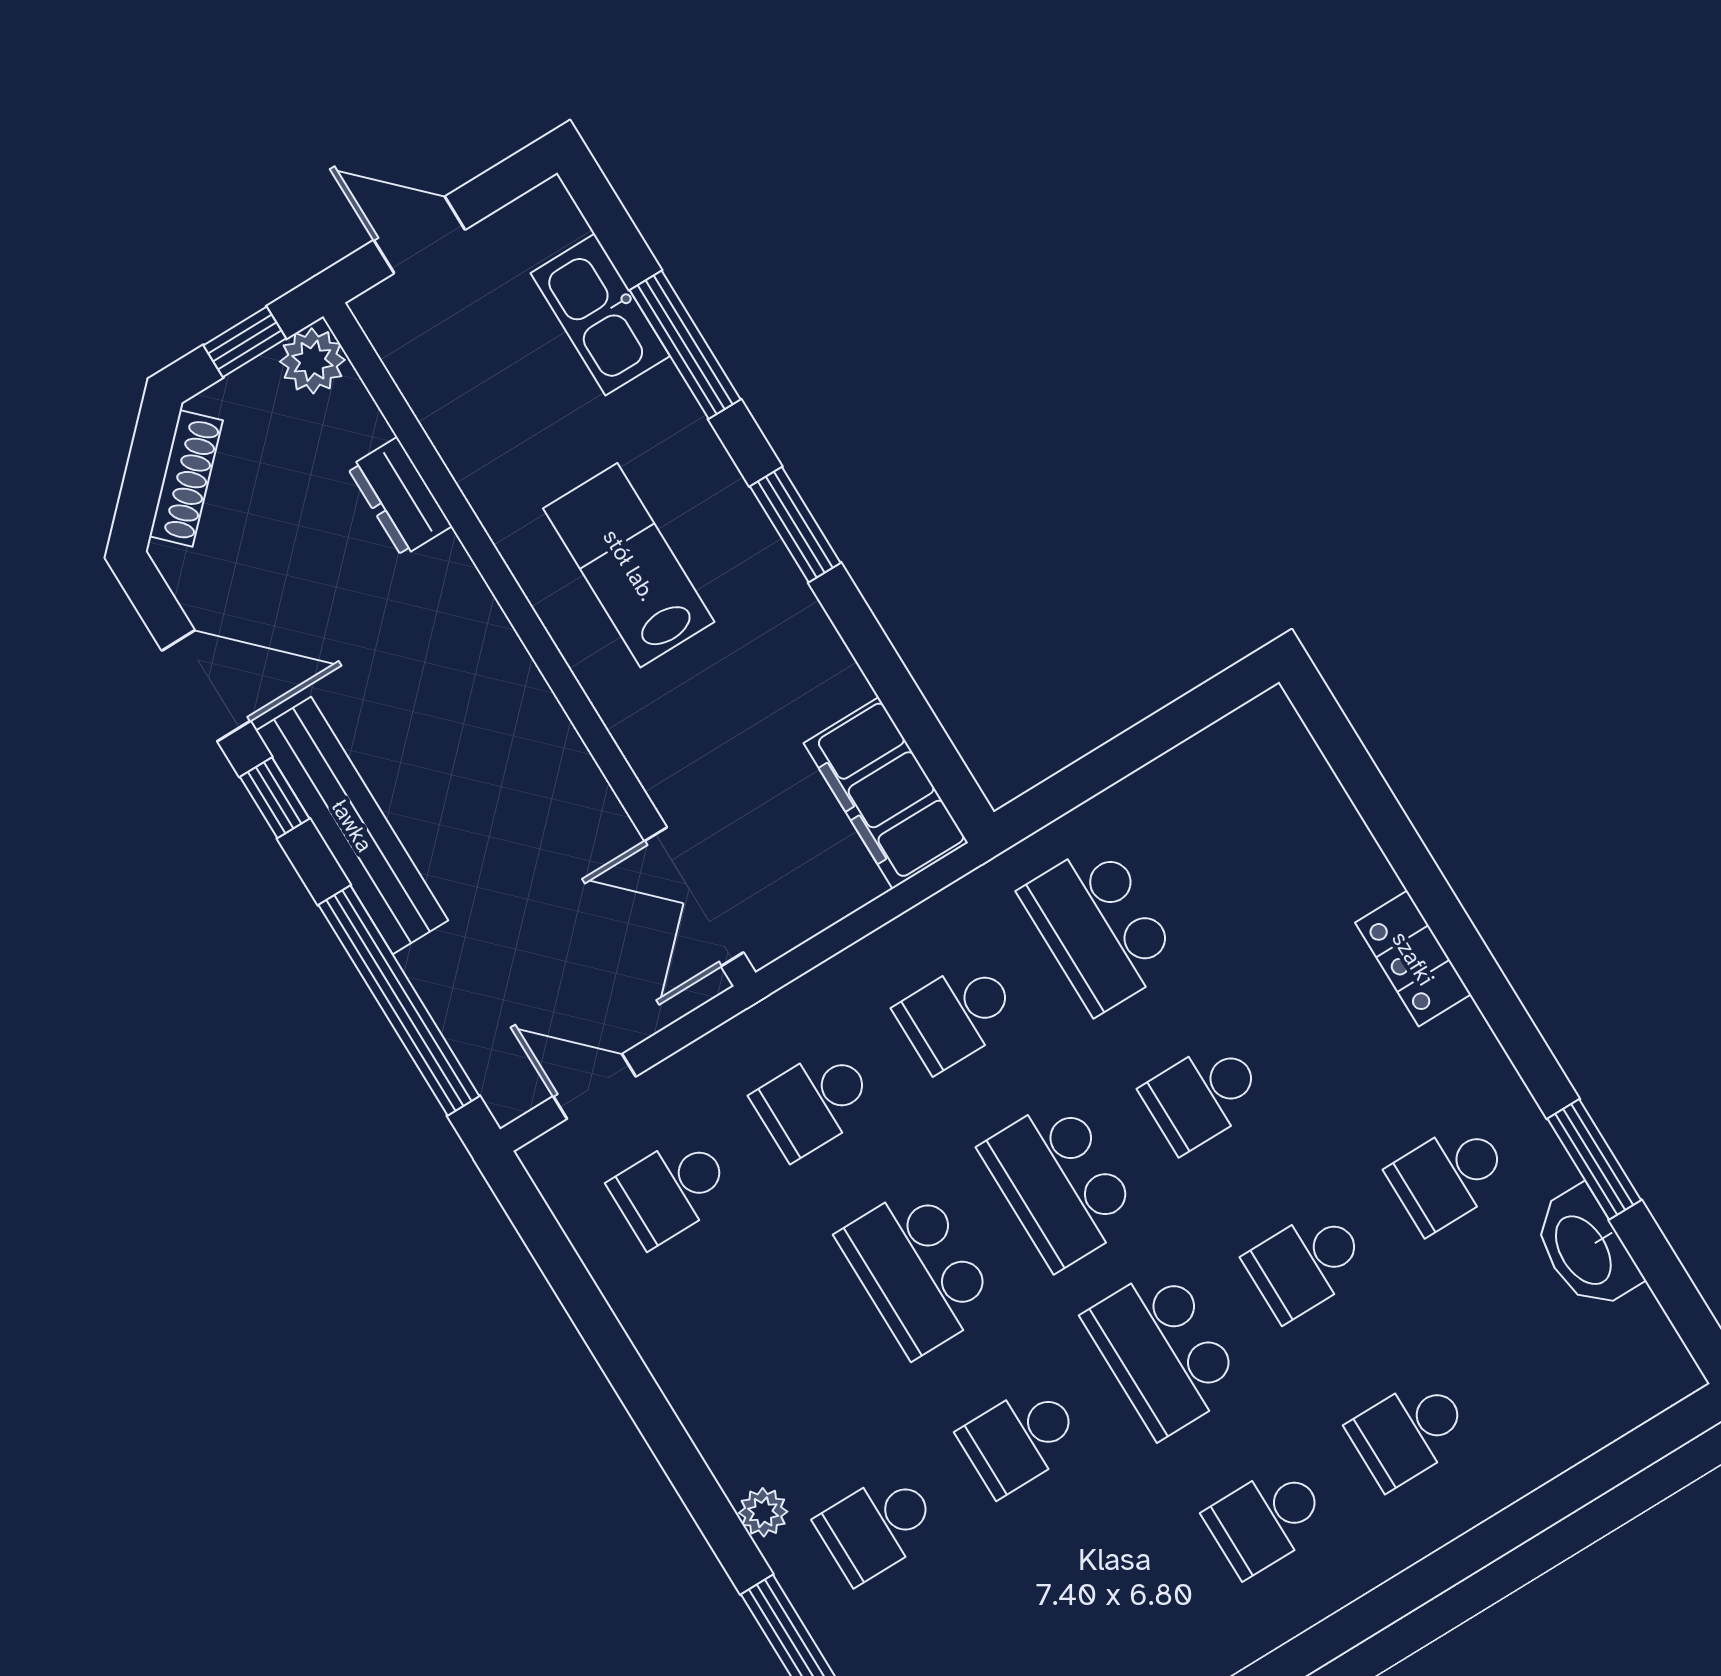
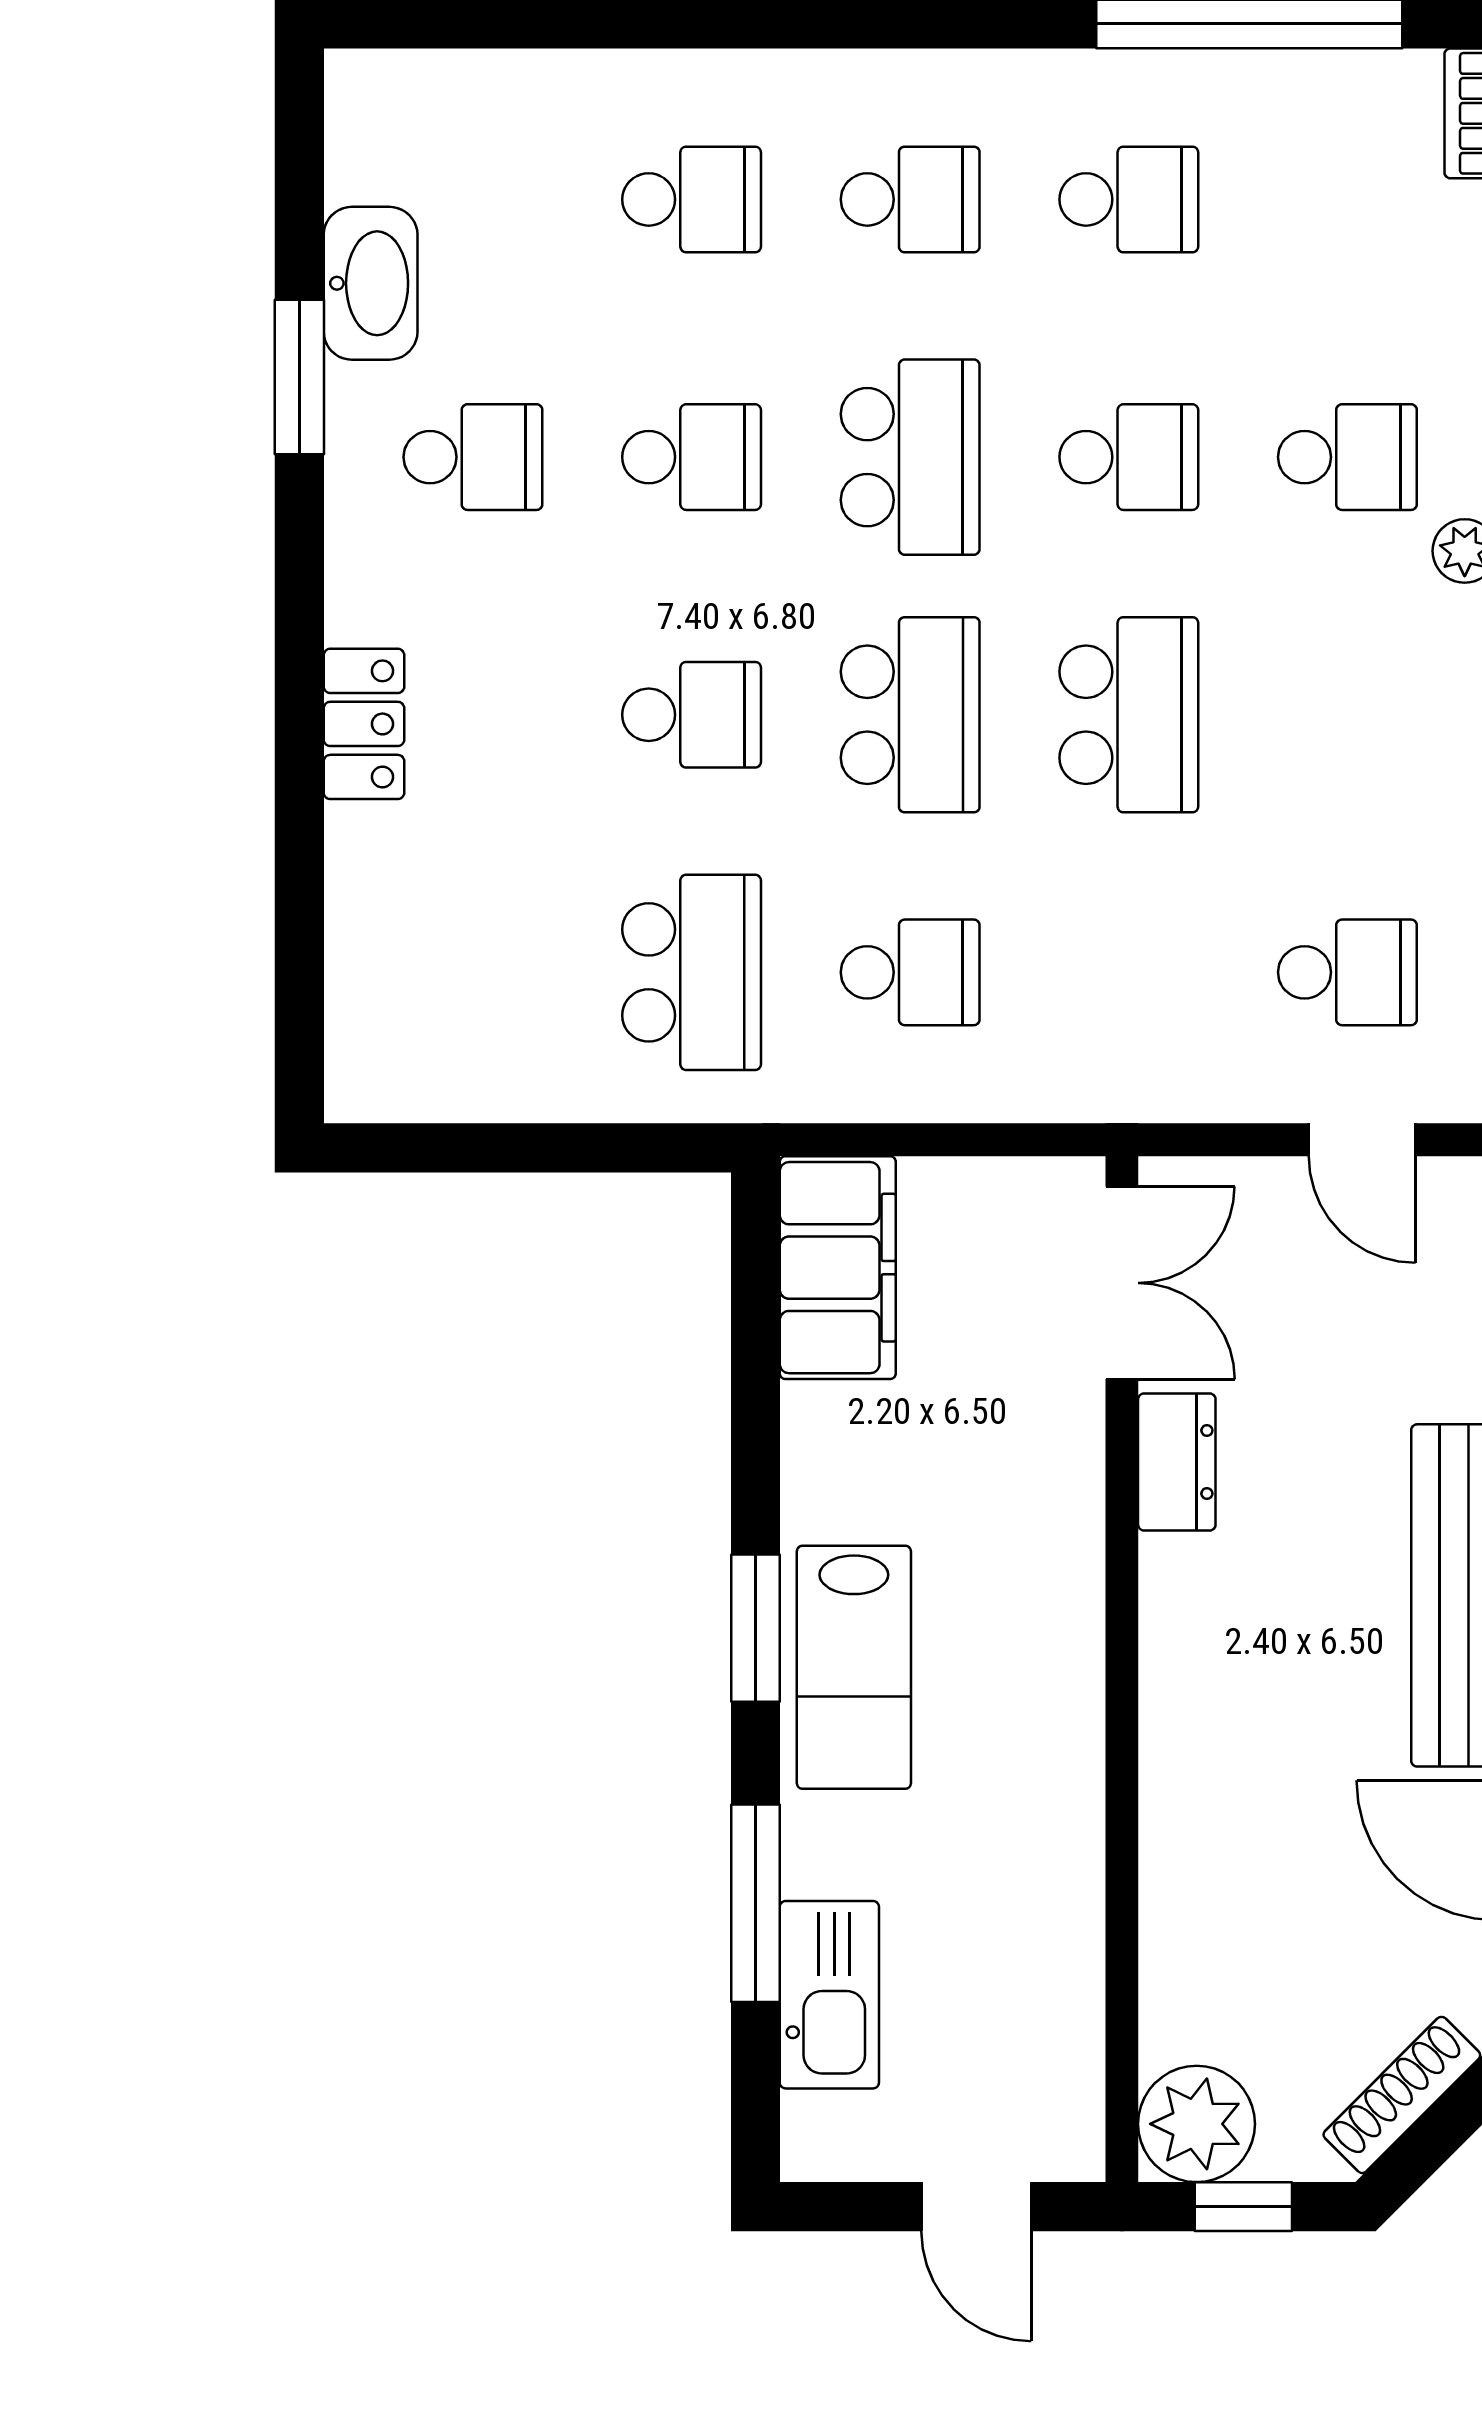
plant: (312, 361) -> (1197, 2124), width x1.36, depth x1.36
dresser: (400, 497) -> (1177, 1462), moved
lab bench: (629, 565) -> (854, 1667), moved
school desk: (814, 1102) -> (1129, 199), moved

